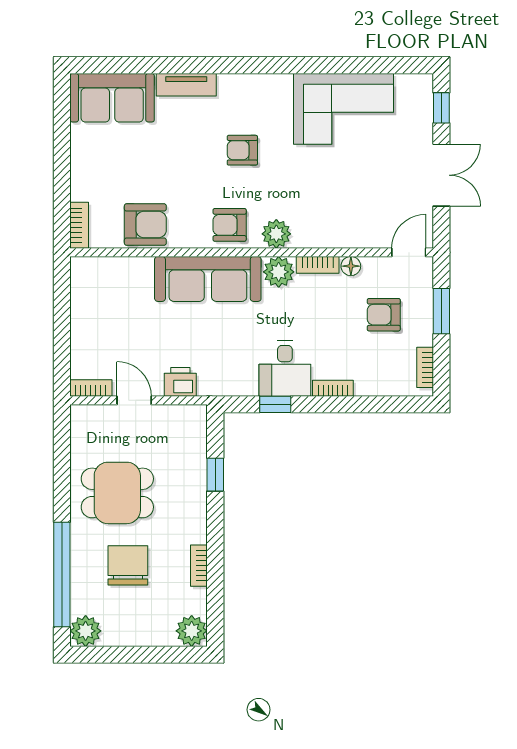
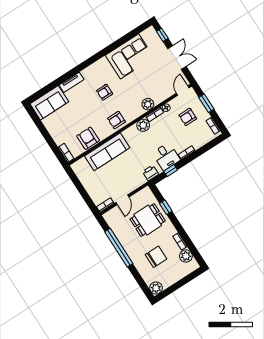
armchair: (145, 224) -> (88, 138), turned -90
plant: (276, 234) -> (148, 104), moved
sofa: (208, 279) -> (107, 152), moved
printer: (180, 382) -> (151, 173), moved
door: (134, 400) -> (122, 200), swing flipped
dining table: (117, 493) -> (148, 220), moved
chair: (128, 565) -> (156, 257), turned 90
window: (62, 575) -> (119, 248), moved
plant: (192, 631) -> (186, 256), moved

